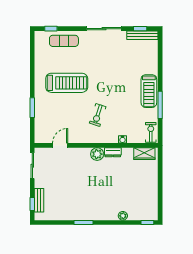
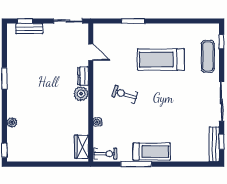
treadmill: (67, 83) -> (161, 60), turned 90
treadmill: (149, 91) -> (152, 152), turned 180
dresser: (113, 152) -> (83, 76), moved

